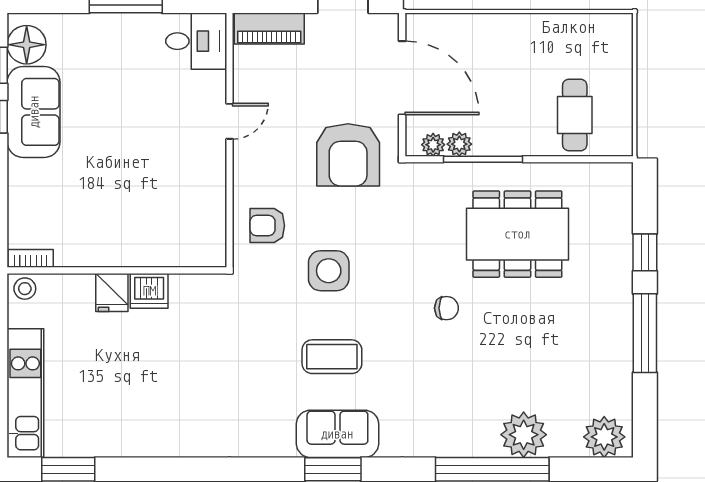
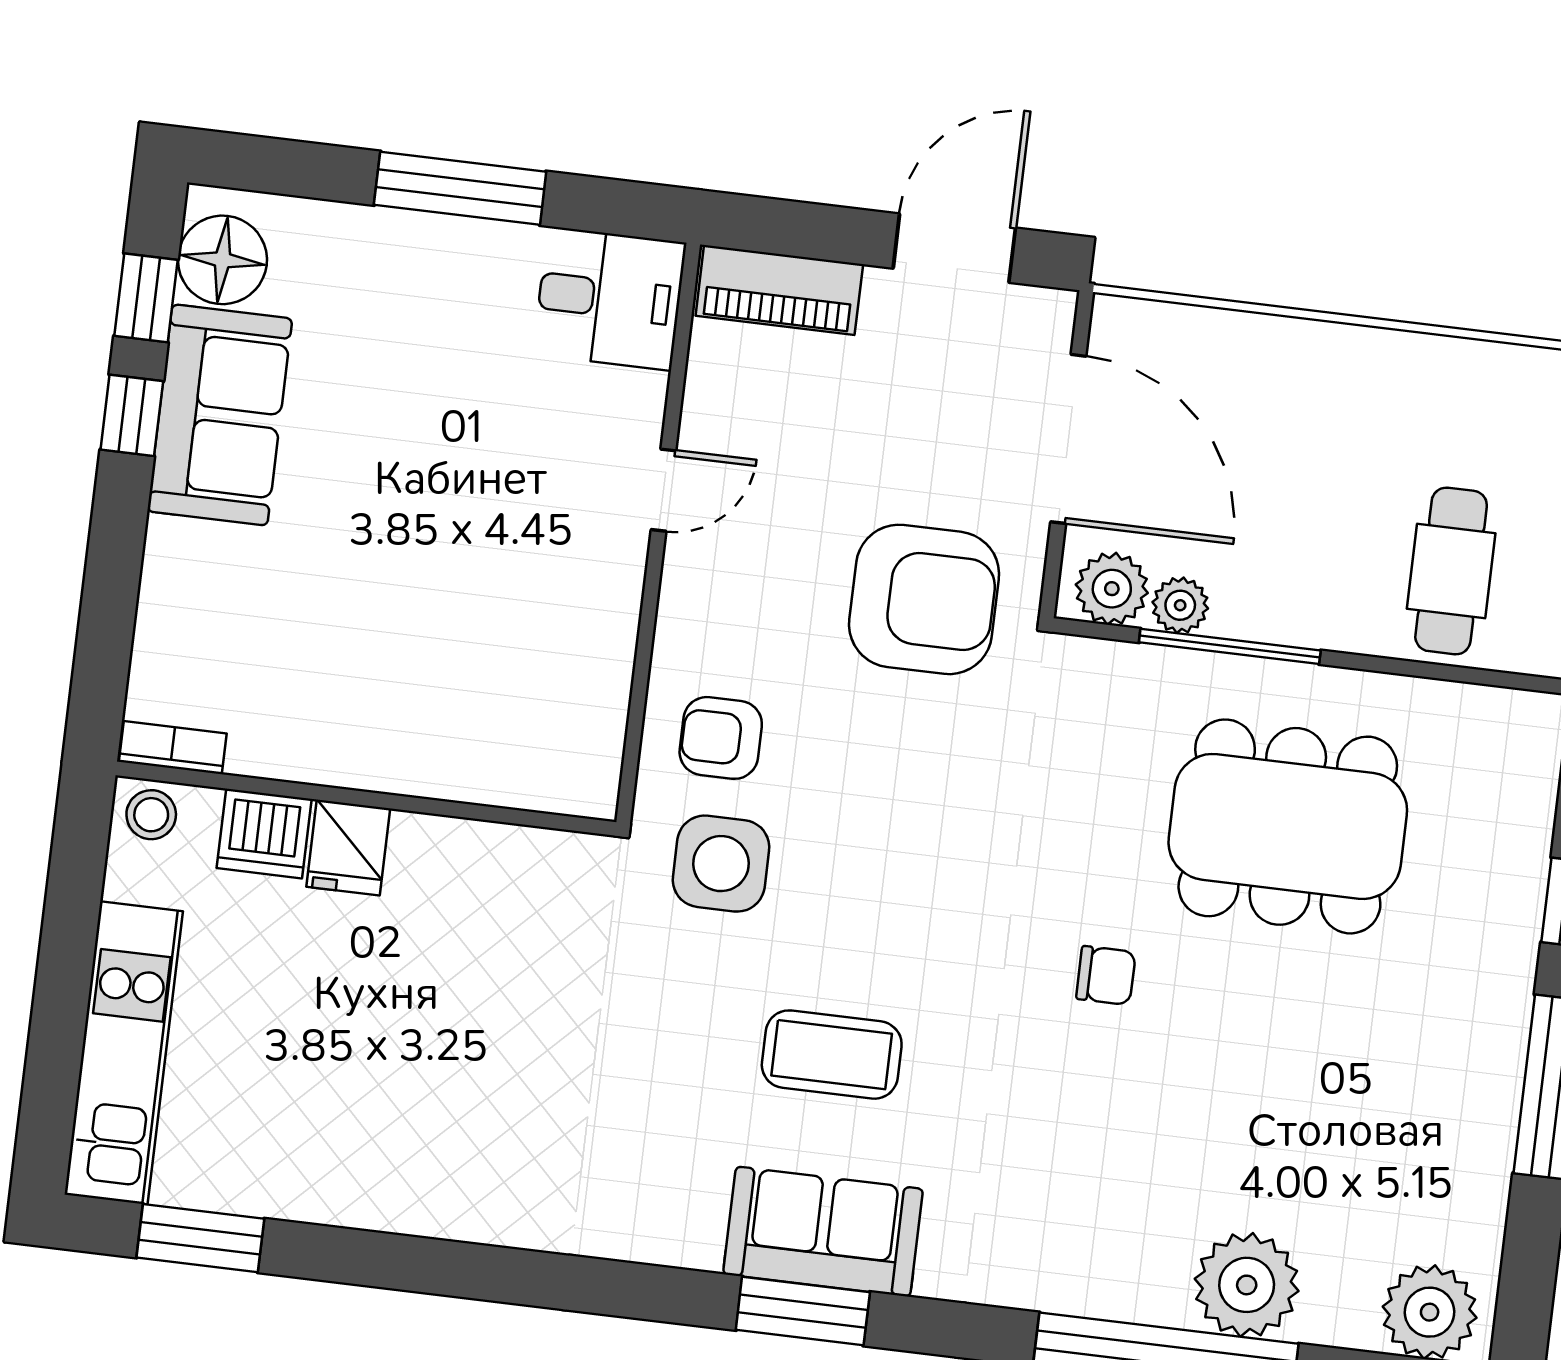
plant: (433, 145) -> (1112, 589), width x1.38, depth x1.38
armchair: (348, 155) -> (924, 599), turned -90
side table: (329, 271) -> (721, 864), moved
dishwasher: (149, 291) -> (264, 834), moved

